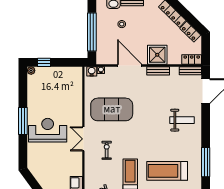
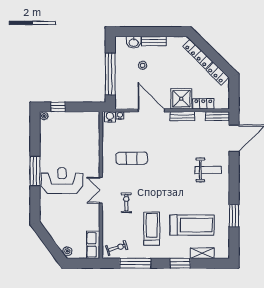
locker: (192, 59) -> (203, 104), moved
exercise mat: (112, 109) -> (132, 158), width x0.50, depth x0.69
window: (206, 162) -> (234, 216), width x0.69
treadmill: (167, 171) -> (192, 225), turned 180

